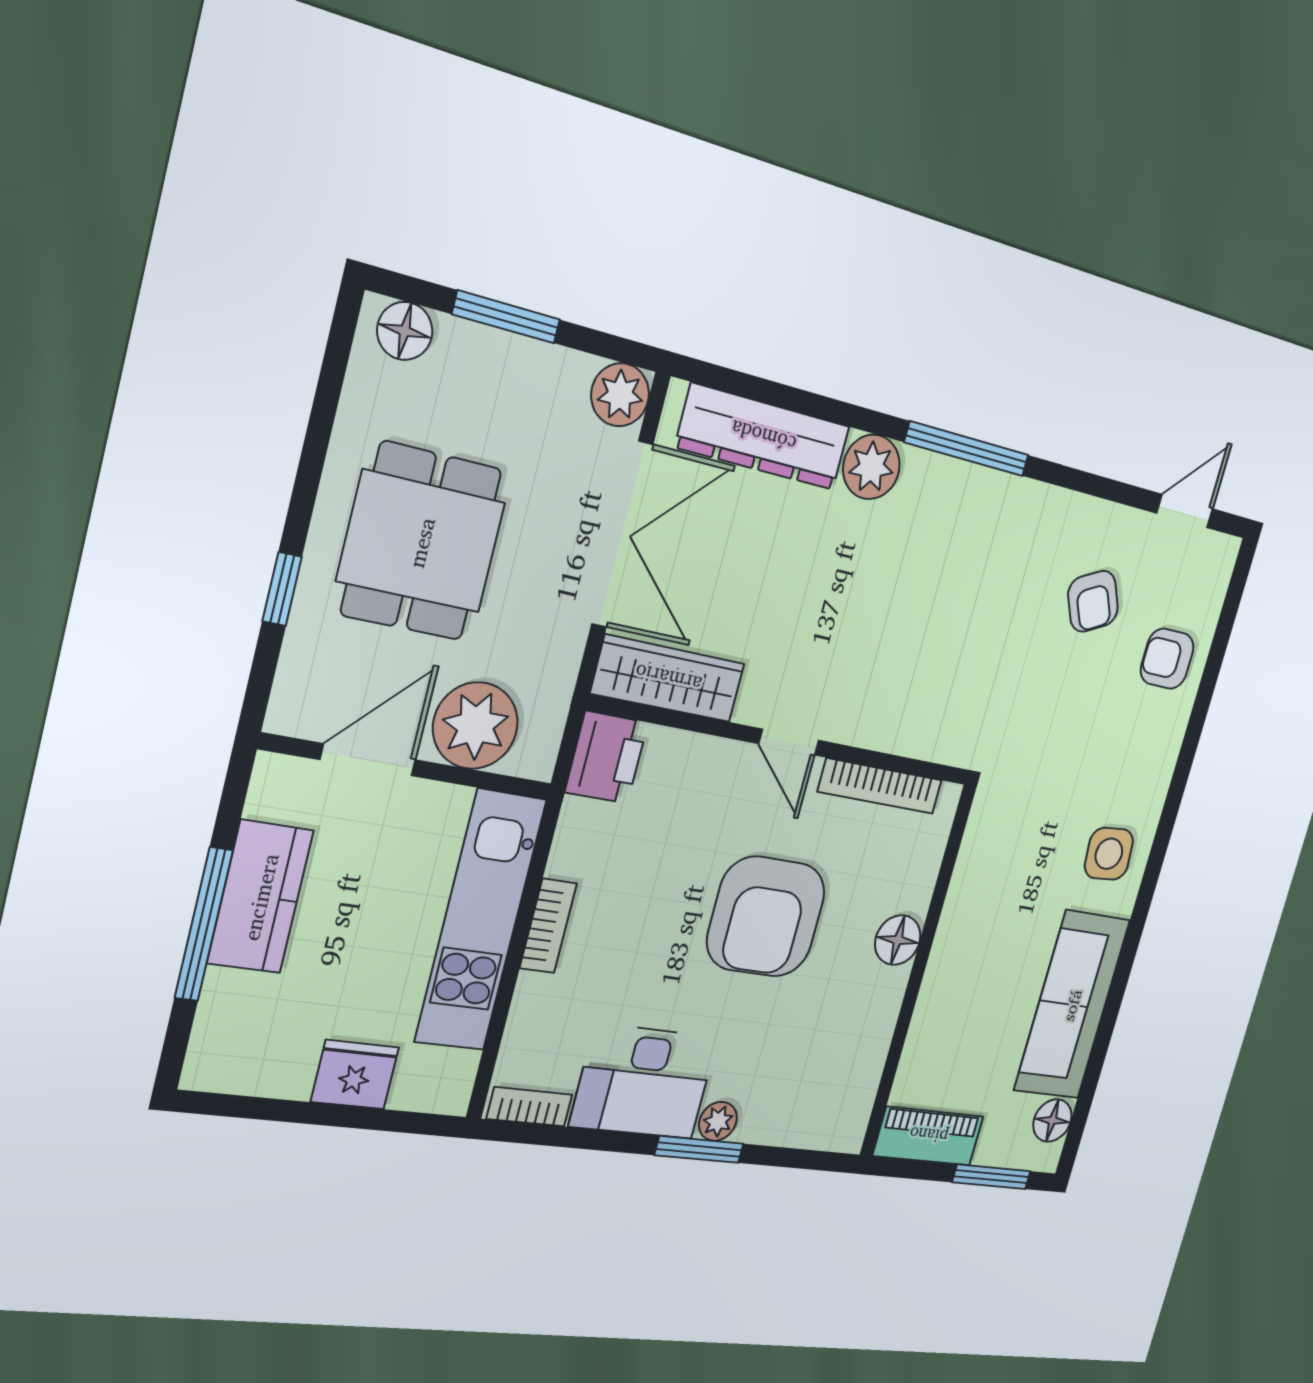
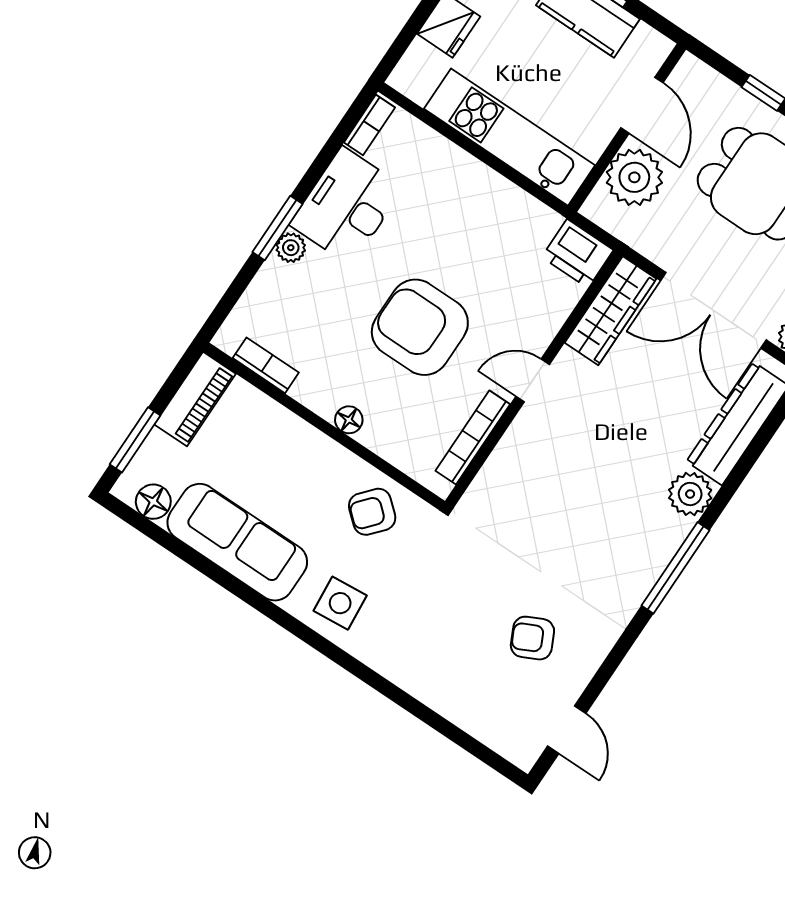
armchair: (1167, 659) -> (372, 512), moved, turned -139
bookcase: (548, 926) -> (266, 365), moved, turned 180
floor lamp: (898, 940) -> (349, 420), width x0.73, depth x0.73

